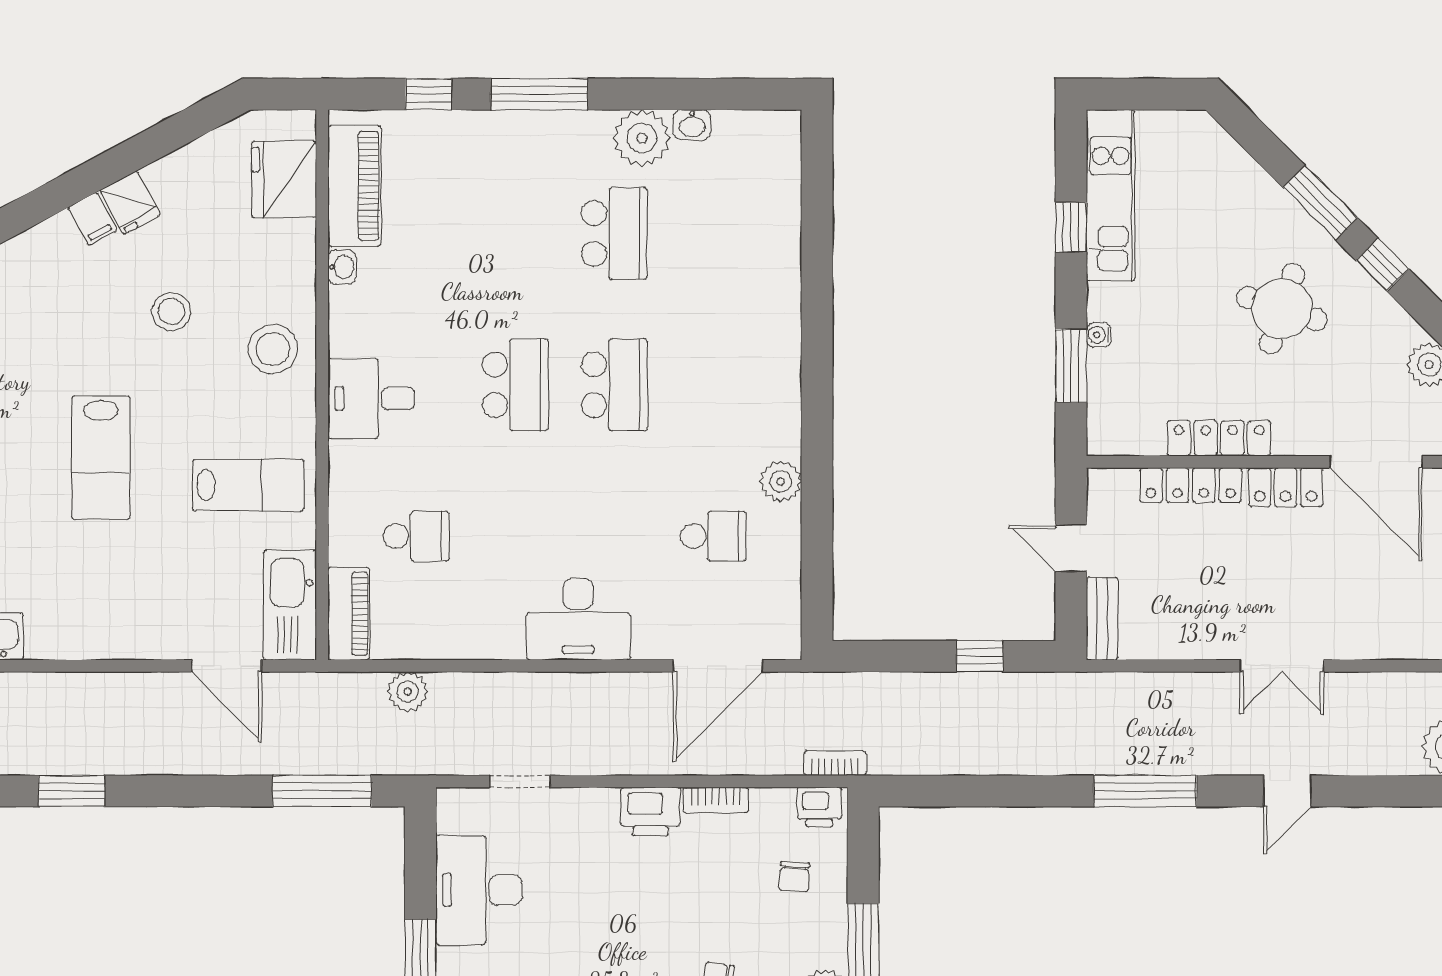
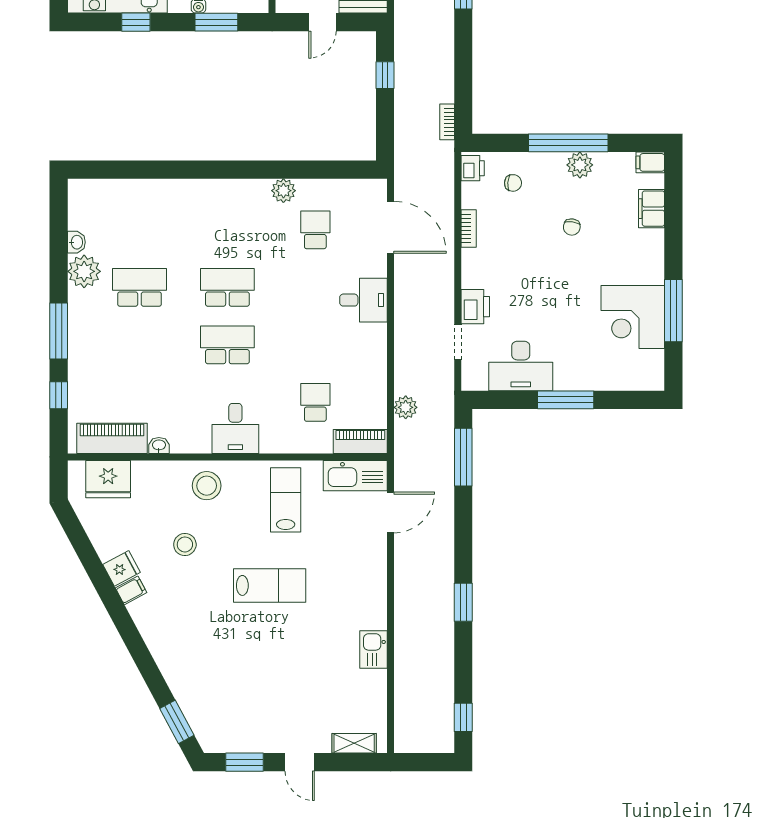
desk: (578, 619) -> (364, 300), width x0.73
bookcase: (835, 763) -> (447, 122), moved
printer: (651, 812) -> (475, 307), moved

